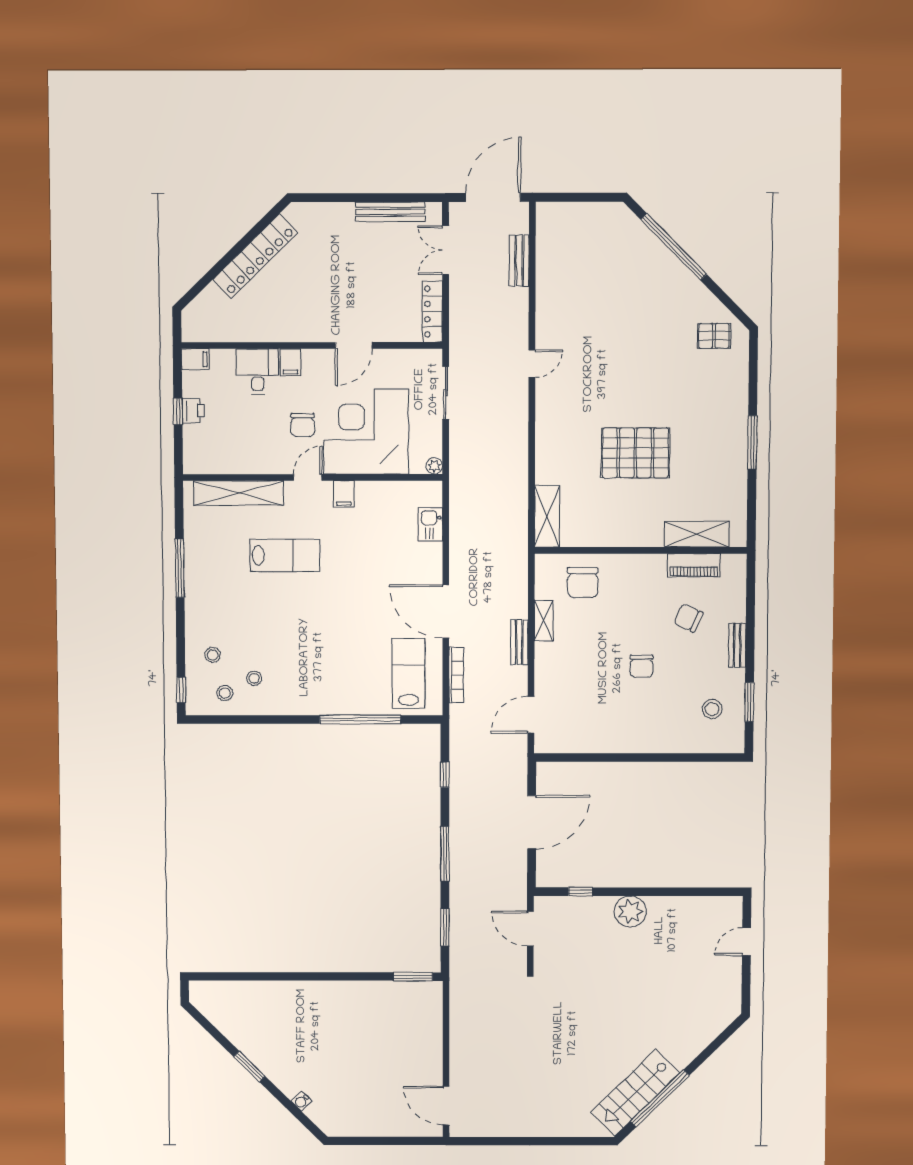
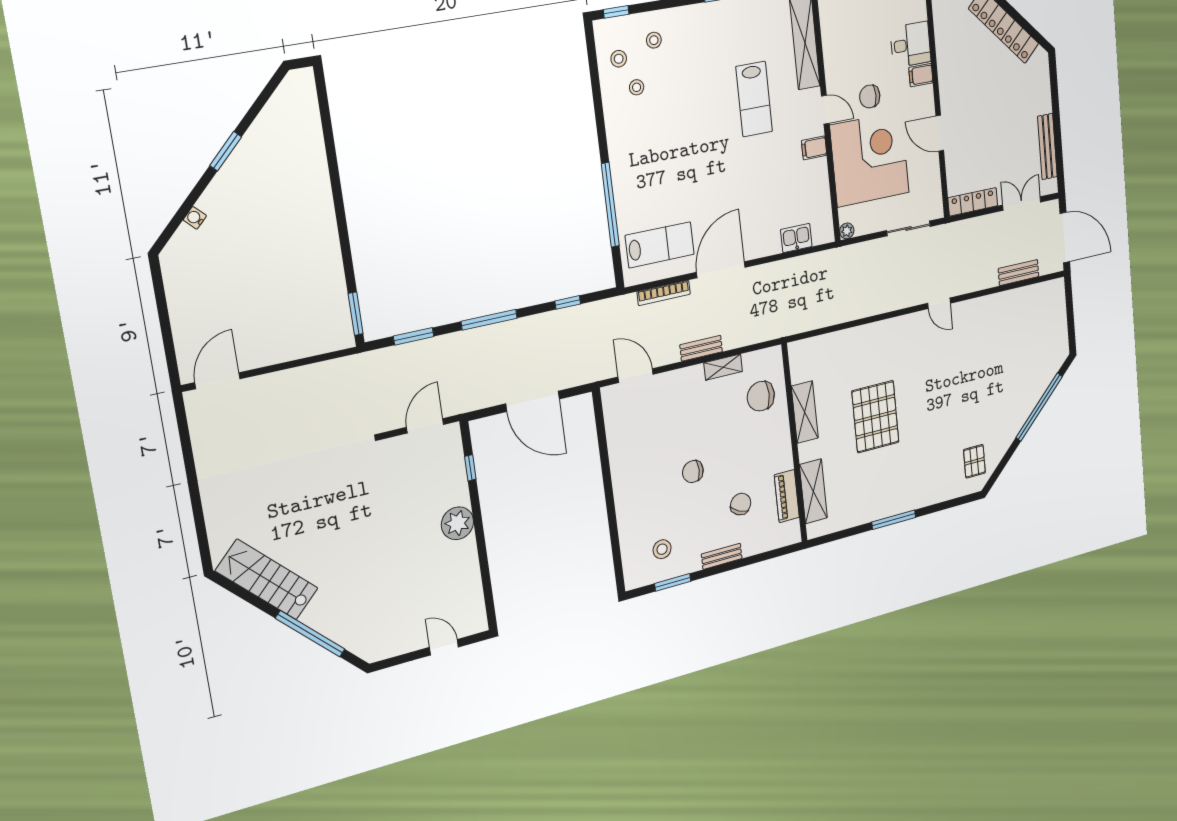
shelving: (547, 516) -> (805, 412), moved, turned 90
window: (660, 1098) -> (310, 634), moved

